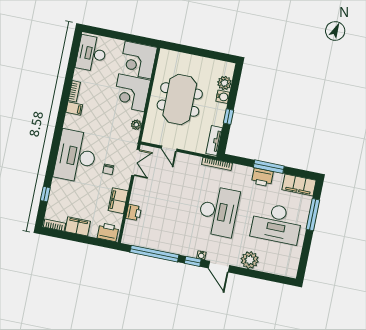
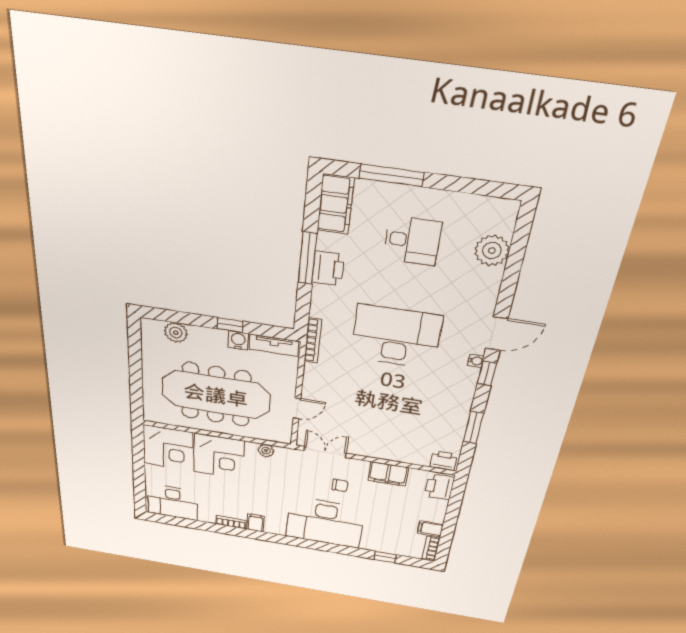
water cooler: (223, 97) -> (238, 340), moved
meeting table: (180, 100) -> (216, 395), width x1.36
printer: (134, 212) -> (443, 461), moved
desk: (277, 223) -> (412, 241), width x0.53, depth x0.77
filing cabinet: (78, 226) -> (430, 529), width x0.50
window: (154, 254) -> (473, 427), width x0.47
plant: (250, 260) -> (492, 251), moved

